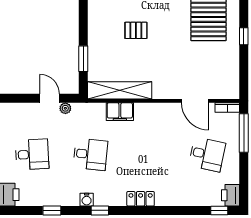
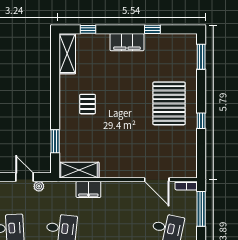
pallet: (136, 30) -> (88, 104), moved, turned 90
shelving: (120, 90) -> (79, 170), width x0.68

